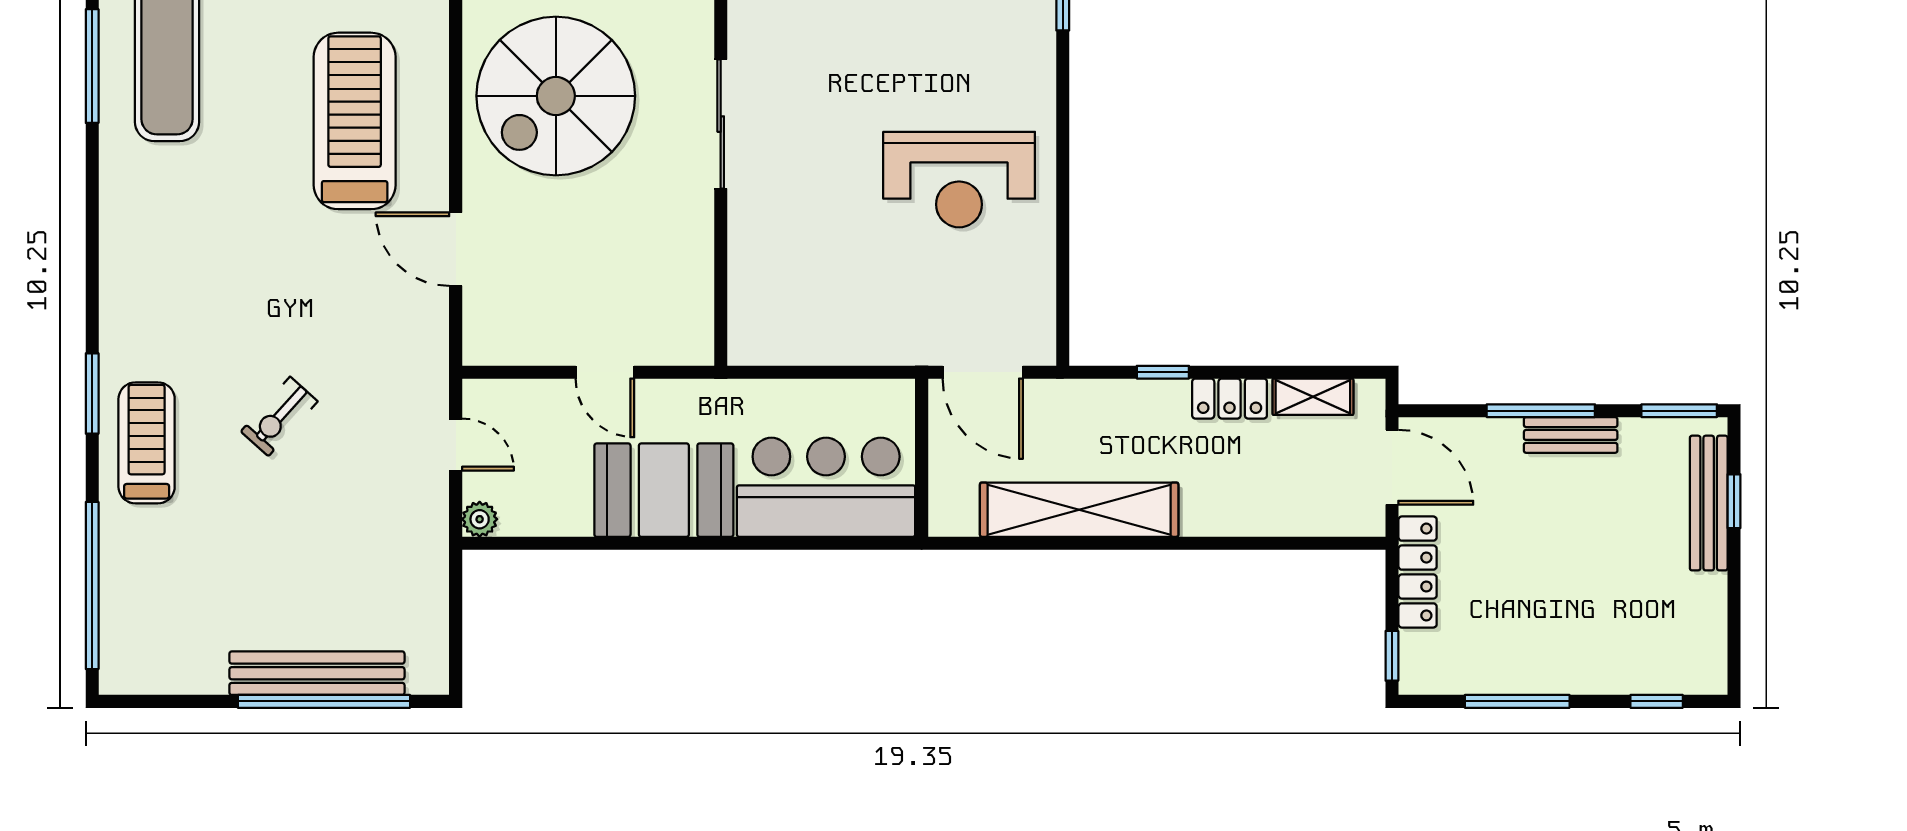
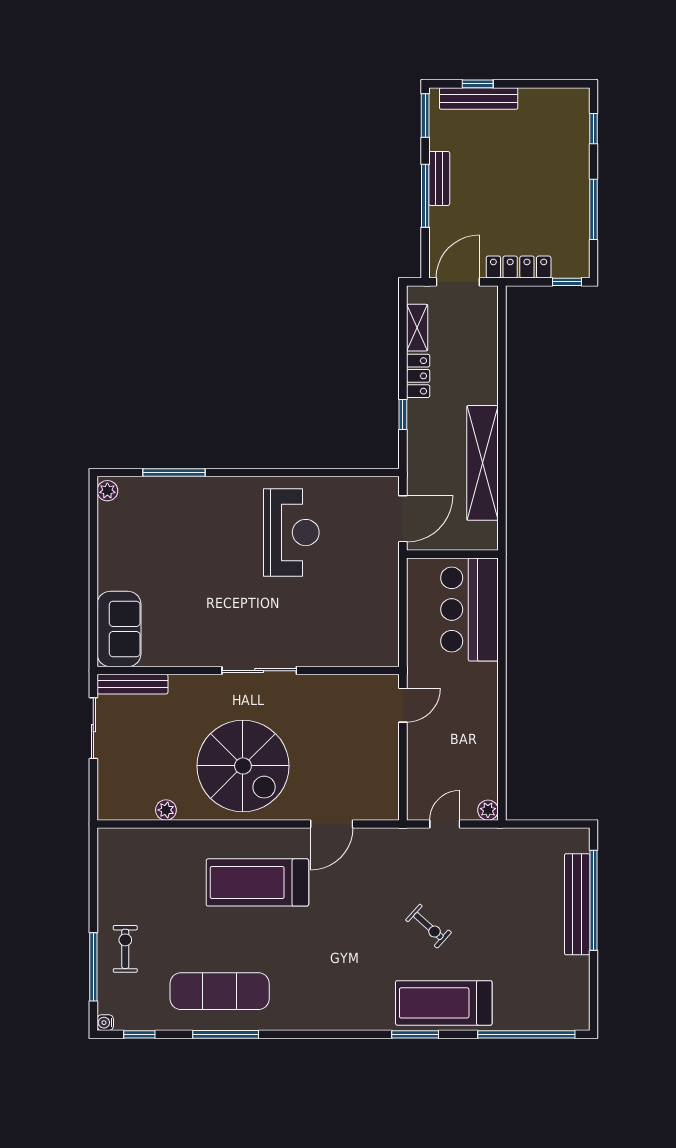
door: (605, 372) -> (403, 705), moved
treadmill: (147, 443) -> (444, 1003), width x1.37, depth x1.38
booth: (664, 490) -> (471, 703), removed

